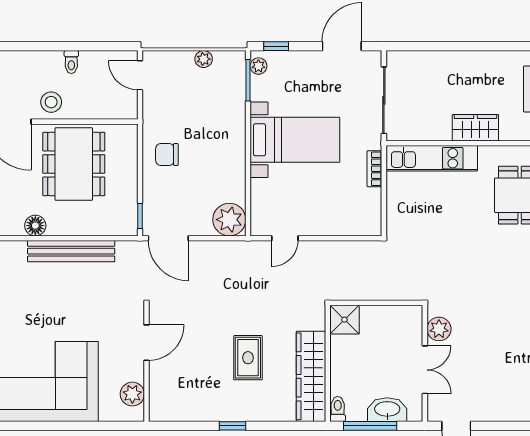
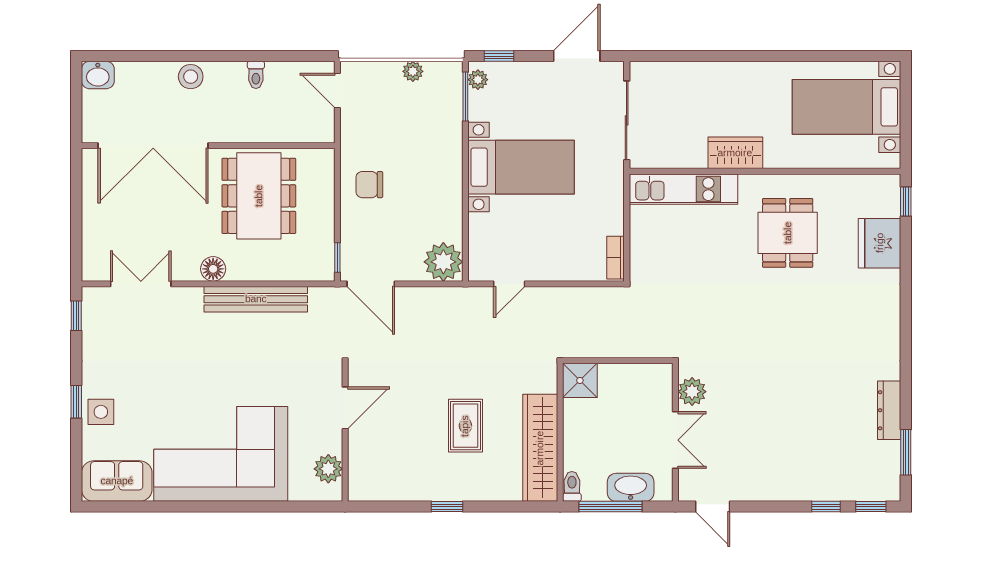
stool: (51, 102) -> (191, 77), moved
bookcase: (374, 169) -> (616, 258), moved

